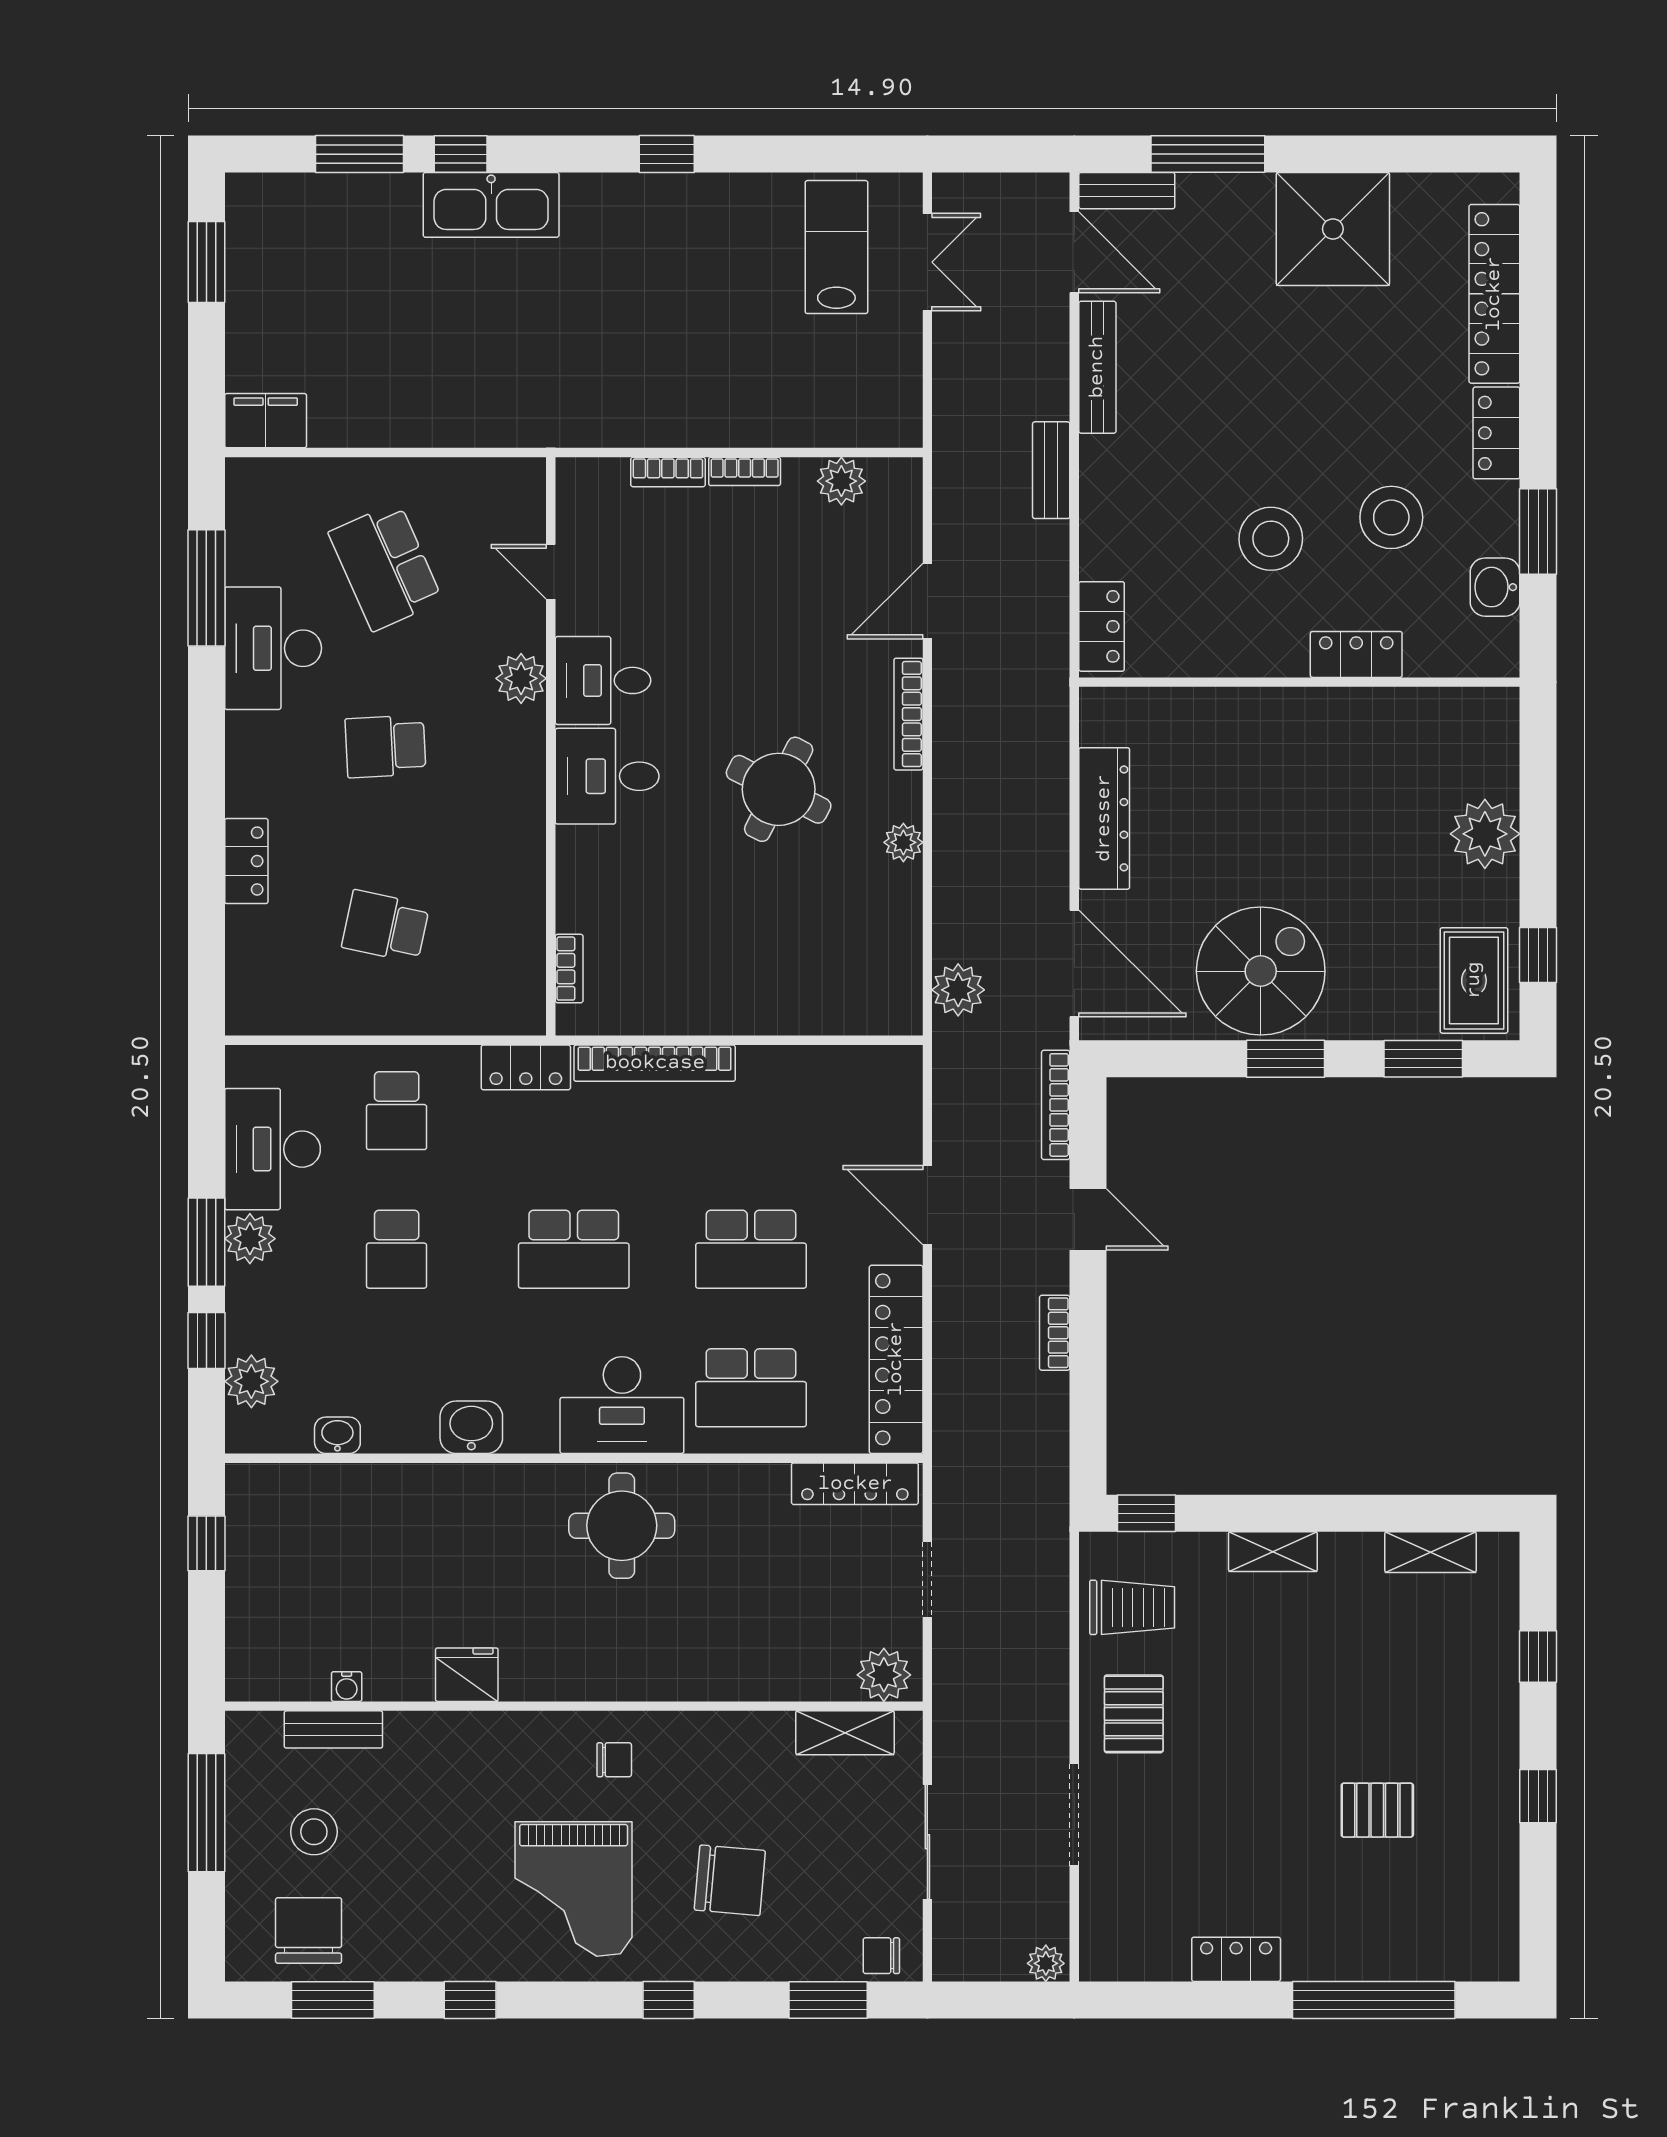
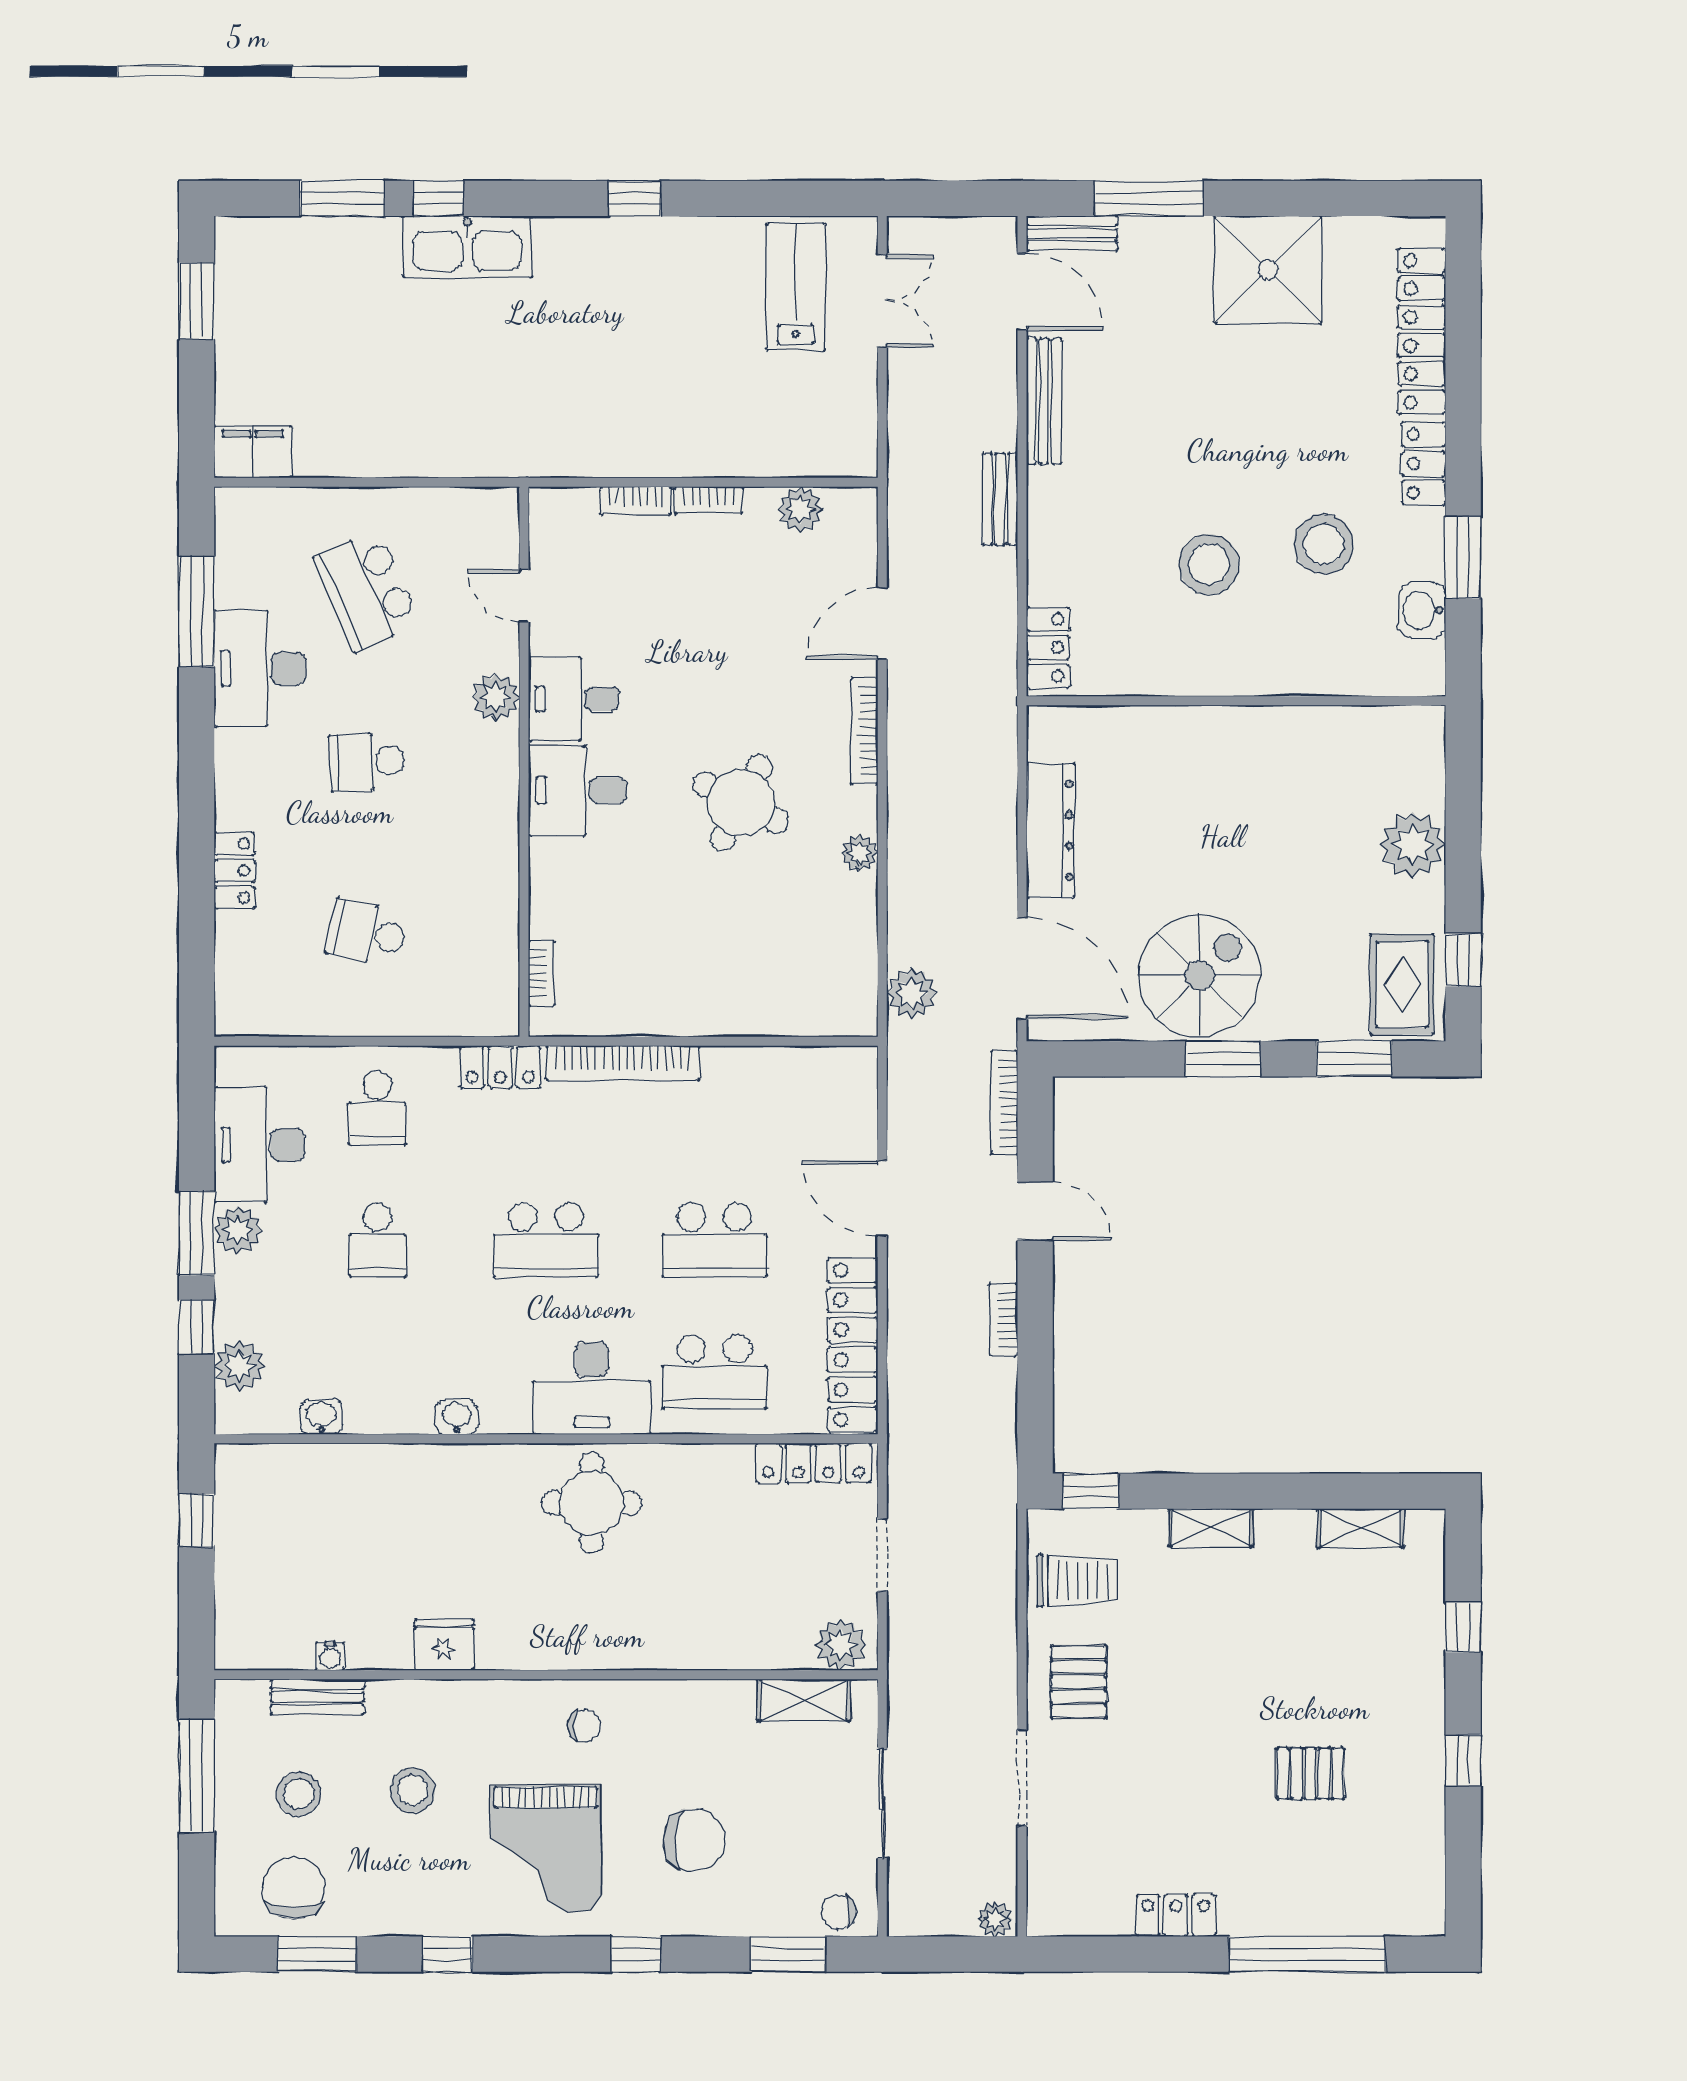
locker: (1356, 654) -> (1290, 674), removed
washbasin: (471, 1427) -> (457, 1417), width x0.72, depth x0.69
stool: (433, 1828) -> (413, 1790), added

